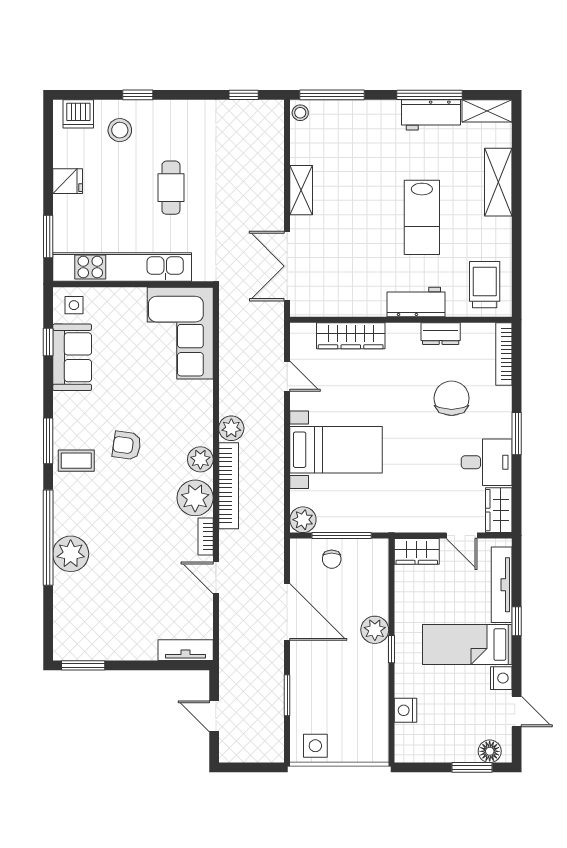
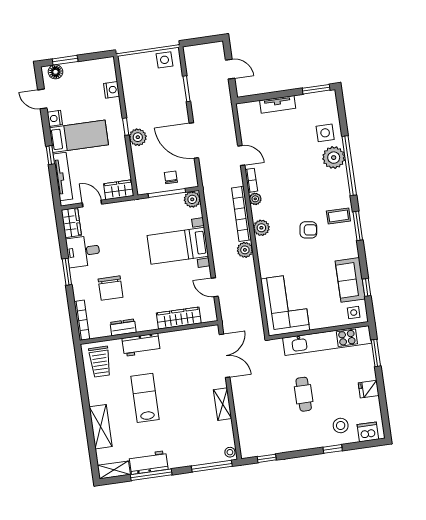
plant: (195, 498) -> (255, 199), width x0.53, depth x0.53
side table: (79, 595) -> (325, 133), added
tv unit: (186, 650) -> (278, 104), moved

